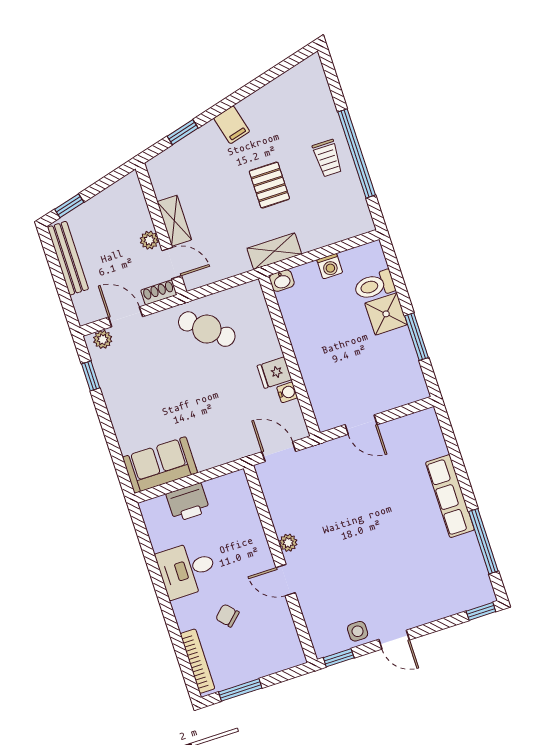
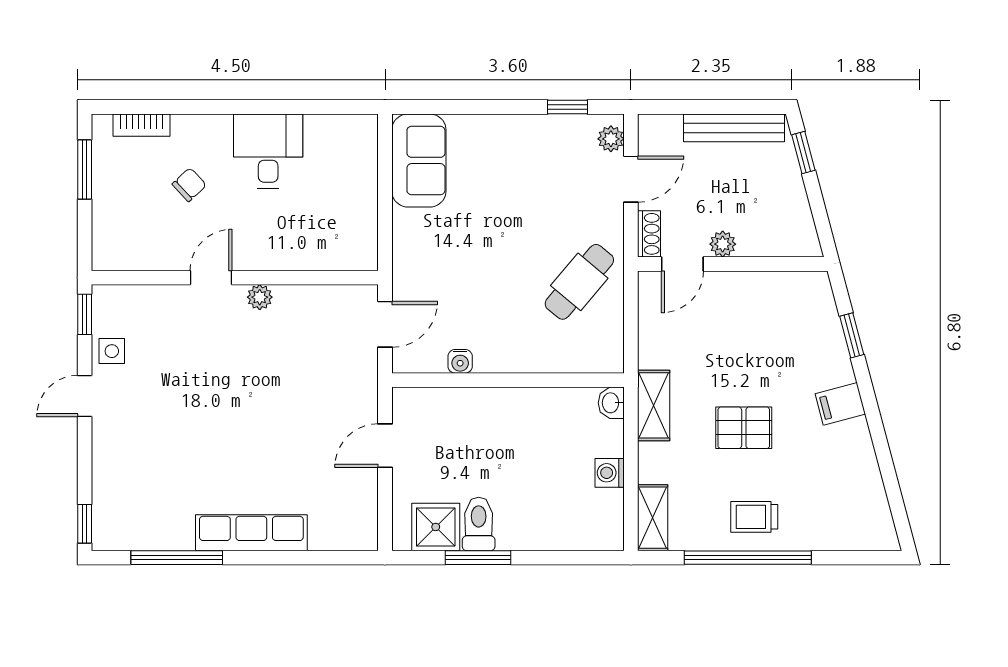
shelving: (174, 221) -> (653, 518), moved, turned 90
toilet: (374, 285) -> (479, 524), moved
shower: (386, 314) -> (436, 527), moved
fridge: (274, 373) -> (492, 353), removed
printer: (188, 503) -> (357, 181), removed
bookcase: (198, 661) -> (142, 125), width x0.64

